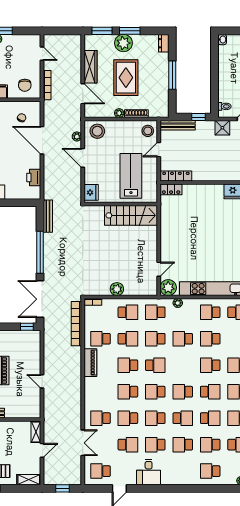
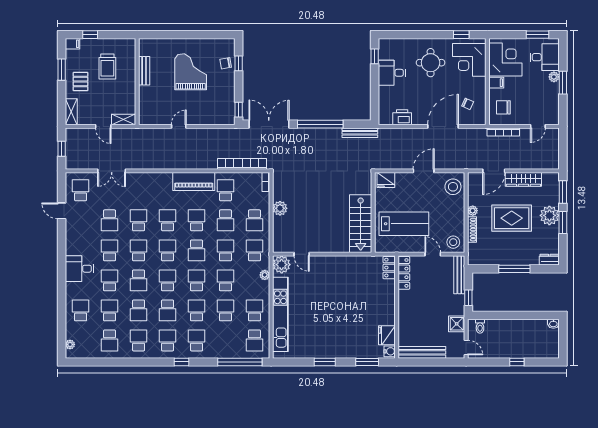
plant: (77, 136) -> (447, 164), removed
piano: (90, 363) -> (194, 182), width x1.37, depth x1.33
school desk: (100, 418) -> (197, 280), moved
desk: (149, 472) -> (79, 269), moved

